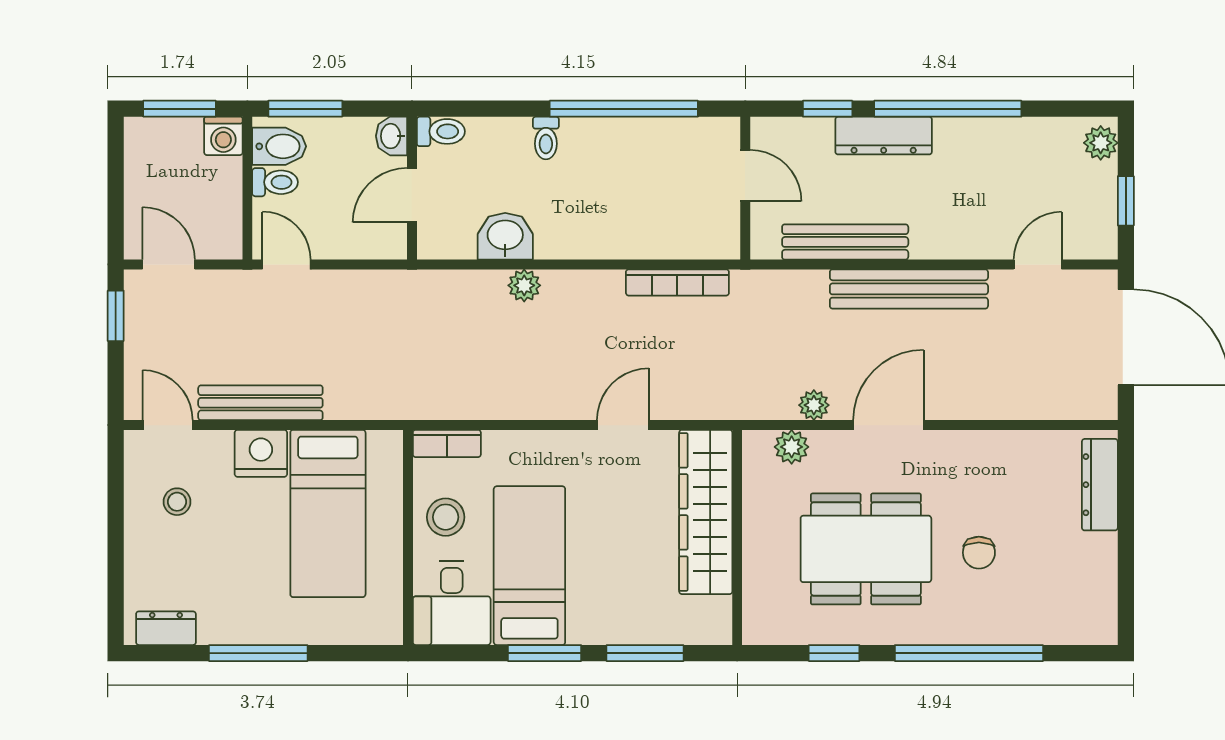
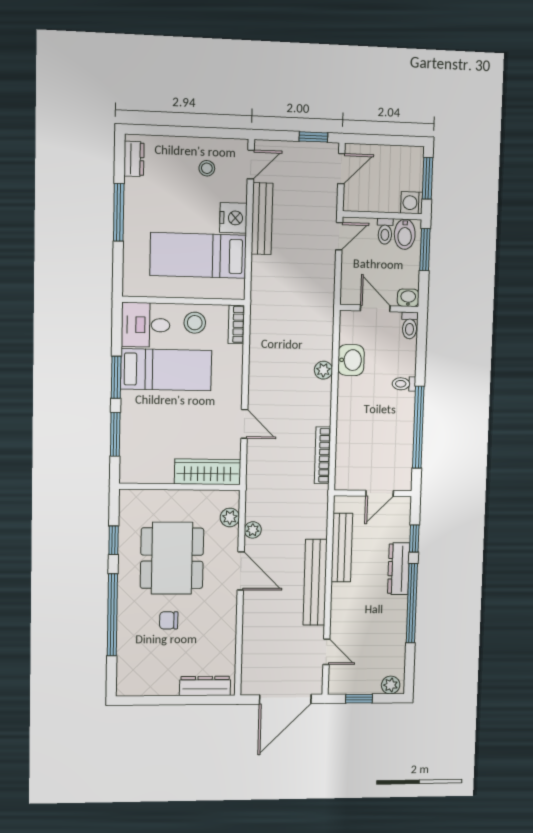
wardrobe: (706, 512) -> (208, 472), width x0.71, depth x0.85

